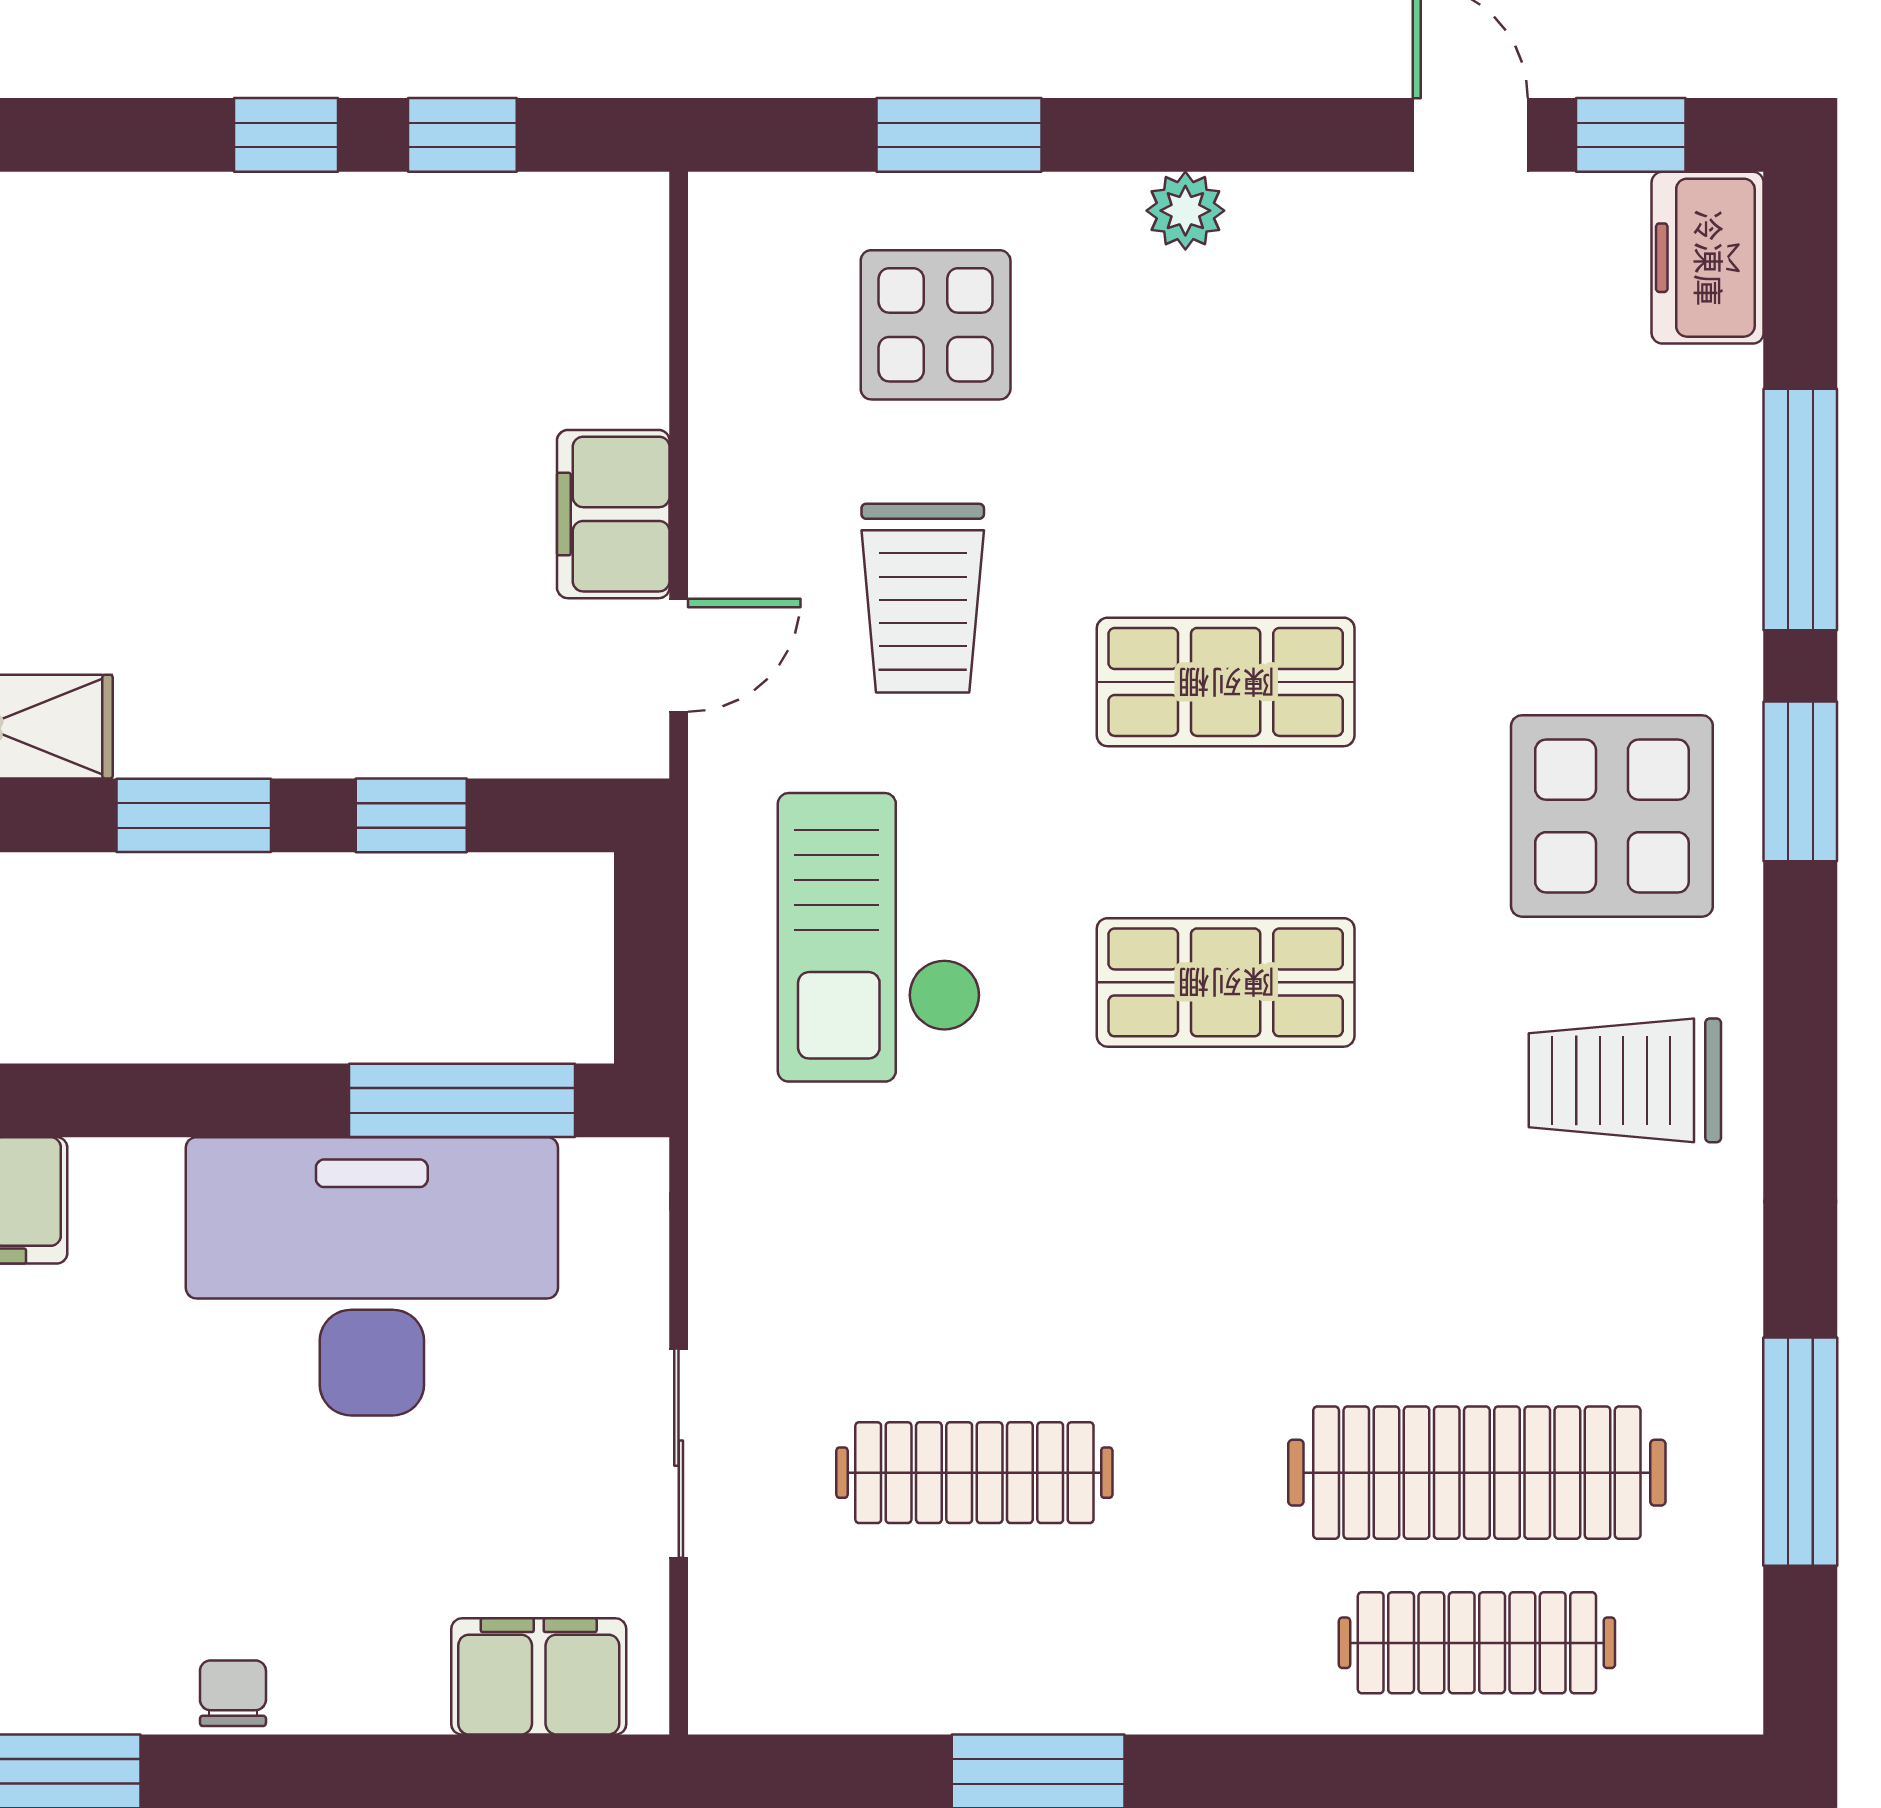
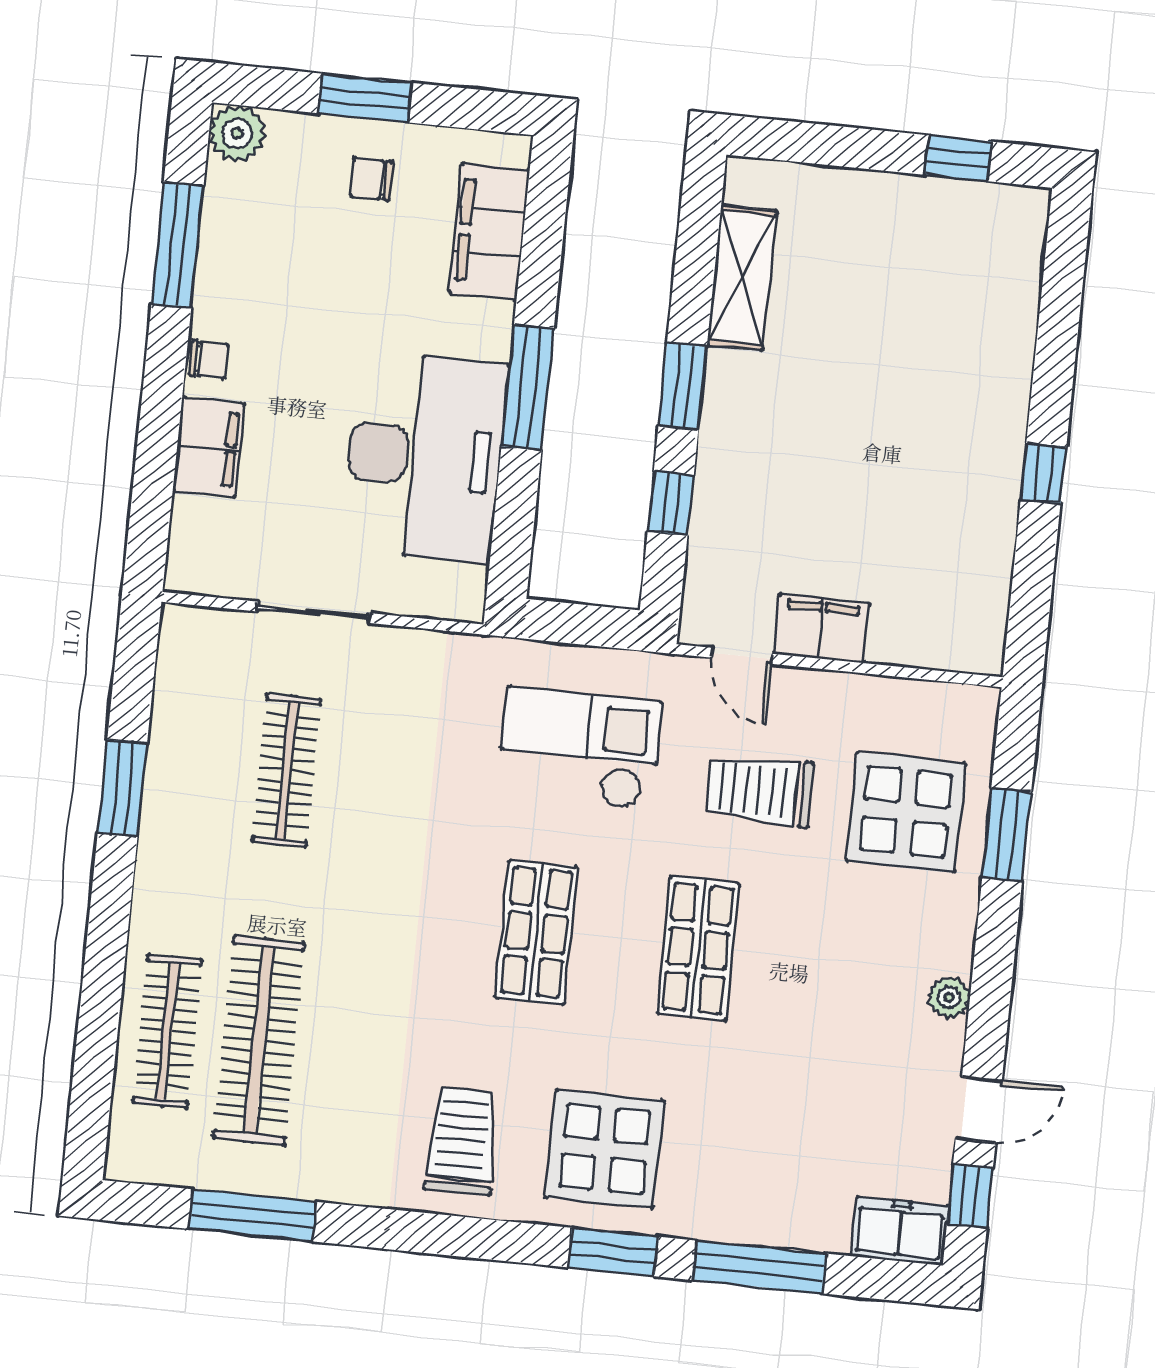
window: (462, 135) -> (1034, 568), removed
plant: (1185, 211) -> (949, 997), moved
display table: (936, 325) -> (906, 812), width x1.36, depth x1.36
window: (462, 1100) -> (528, 387), moved
filing cabinet: (539, 1676) -> (209, 447), moved

